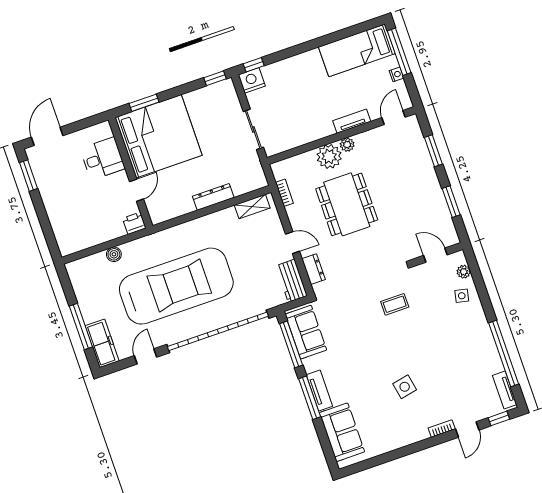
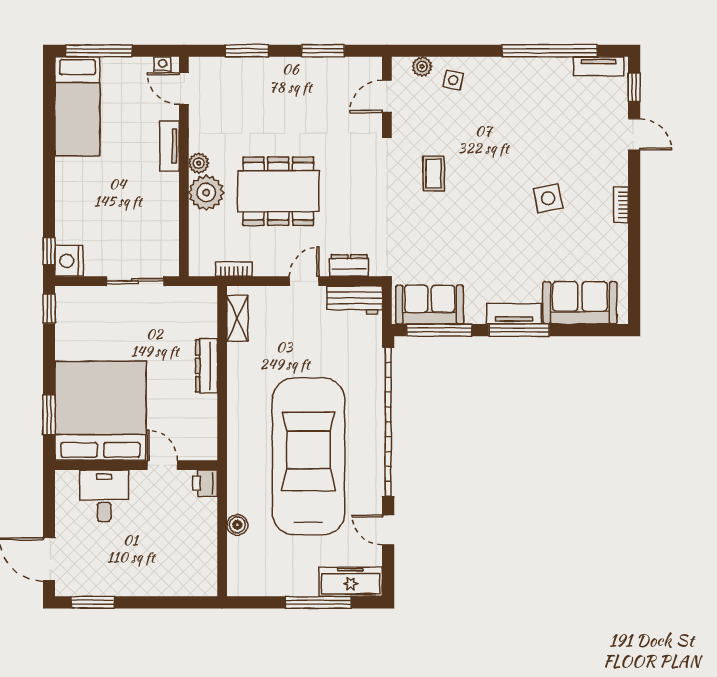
nightstand: (397, 74) -> (163, 65), moved
bookcase: (442, 428) -> (621, 205), moved

